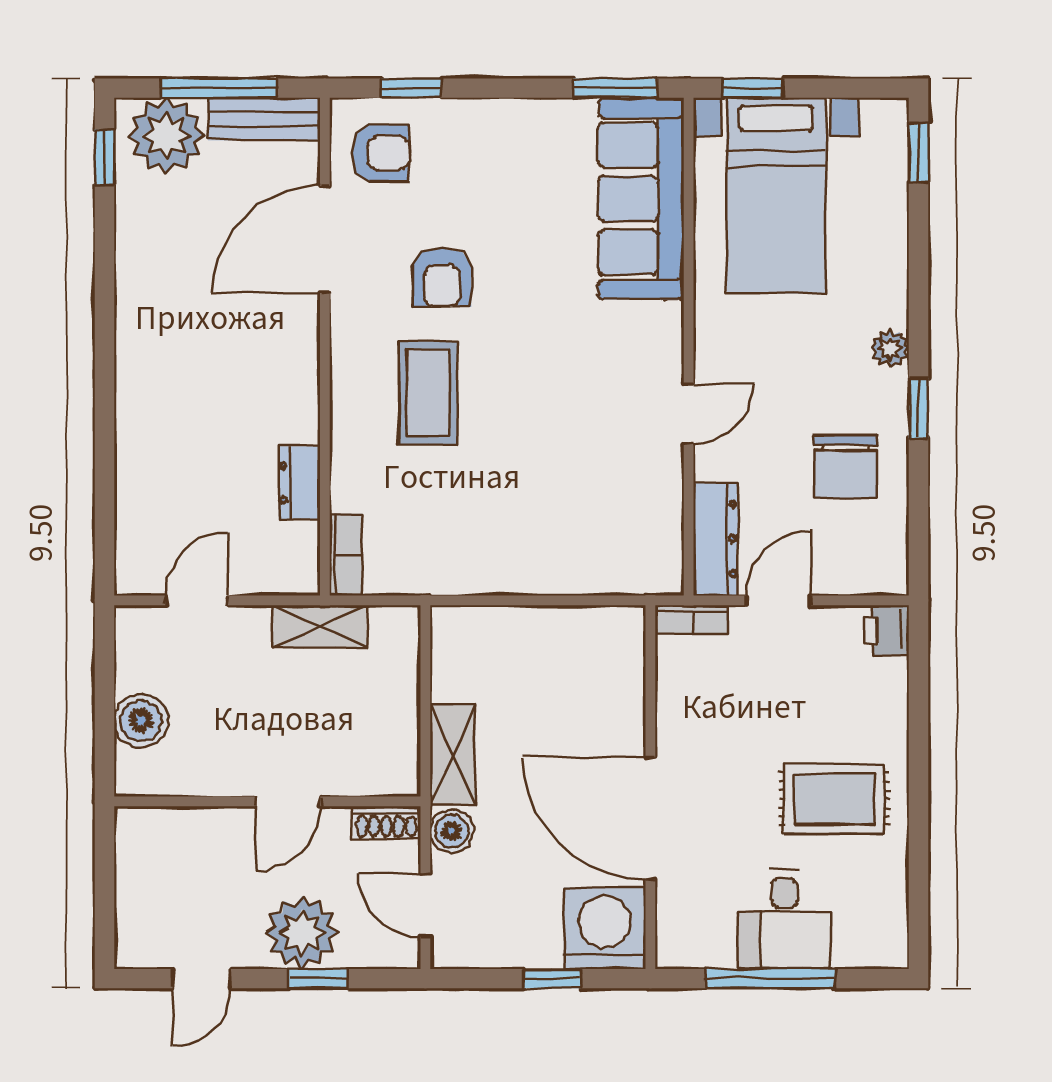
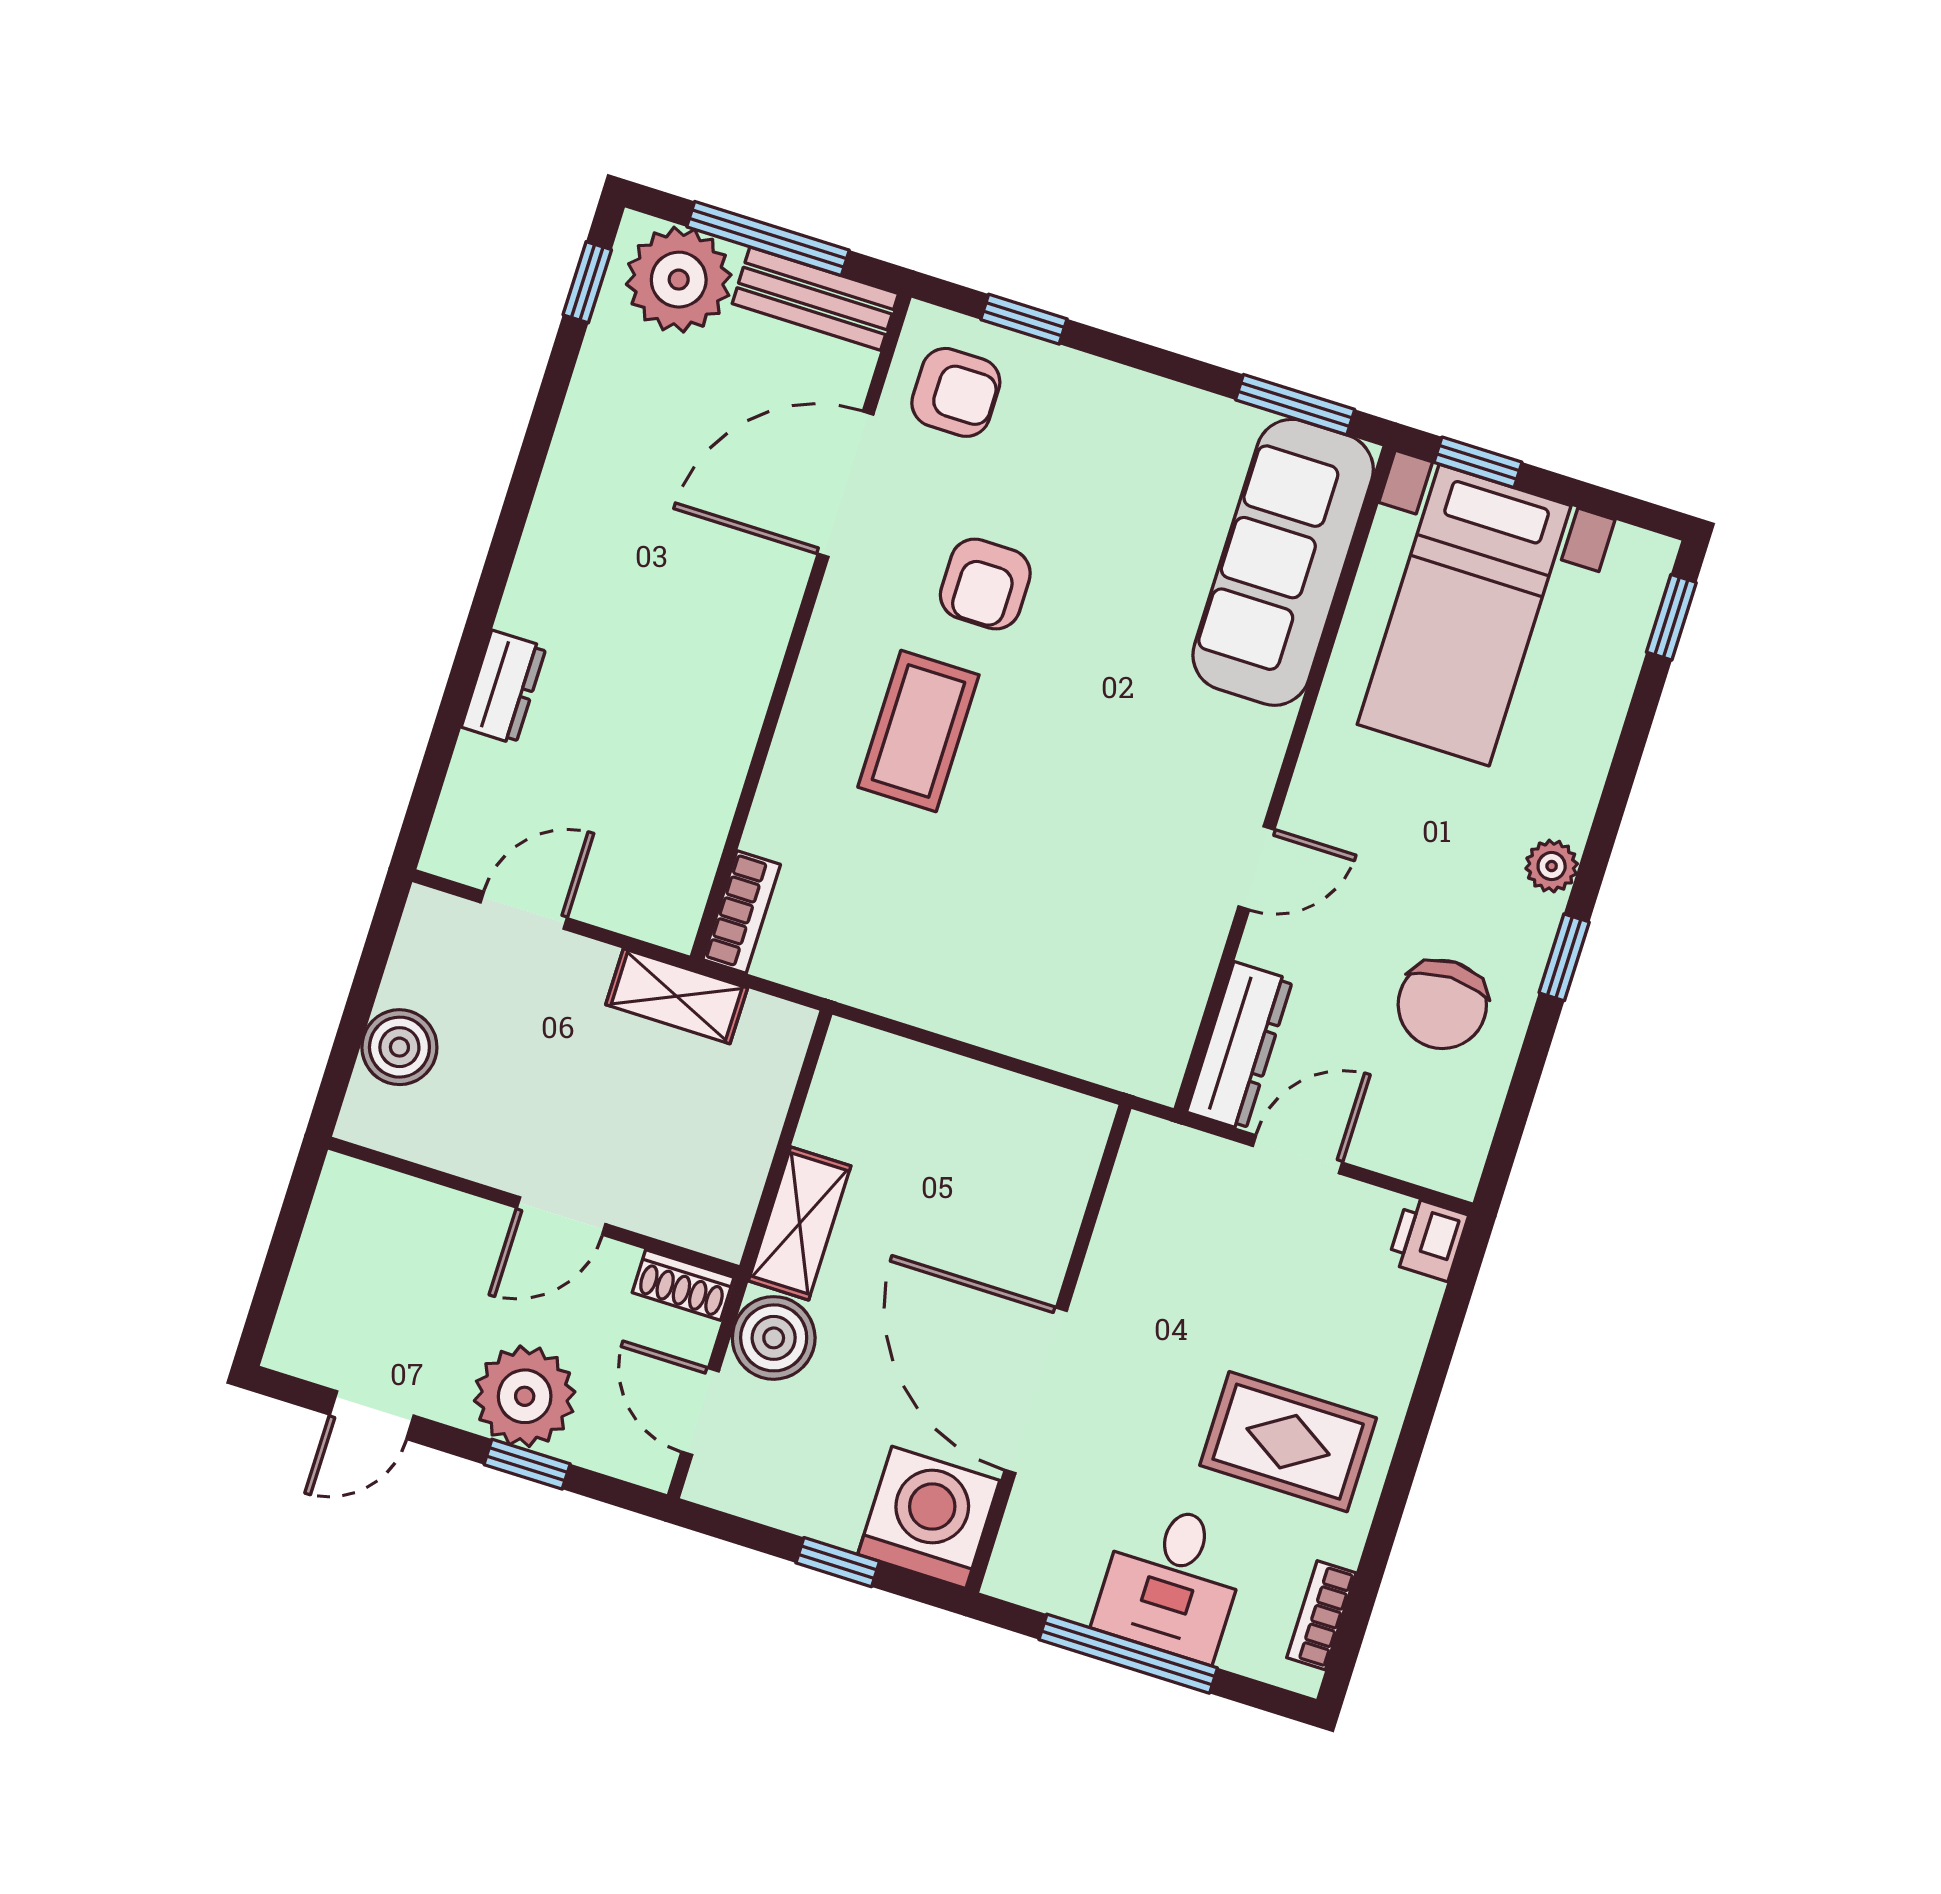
dresser: (299, 483) -> (504, 687), moved, turned 180
bookcase: (692, 620) -> (1321, 1615), moved, turned 90
boiler: (452, 831) -> (774, 1338), width x1.36, depth x1.36

